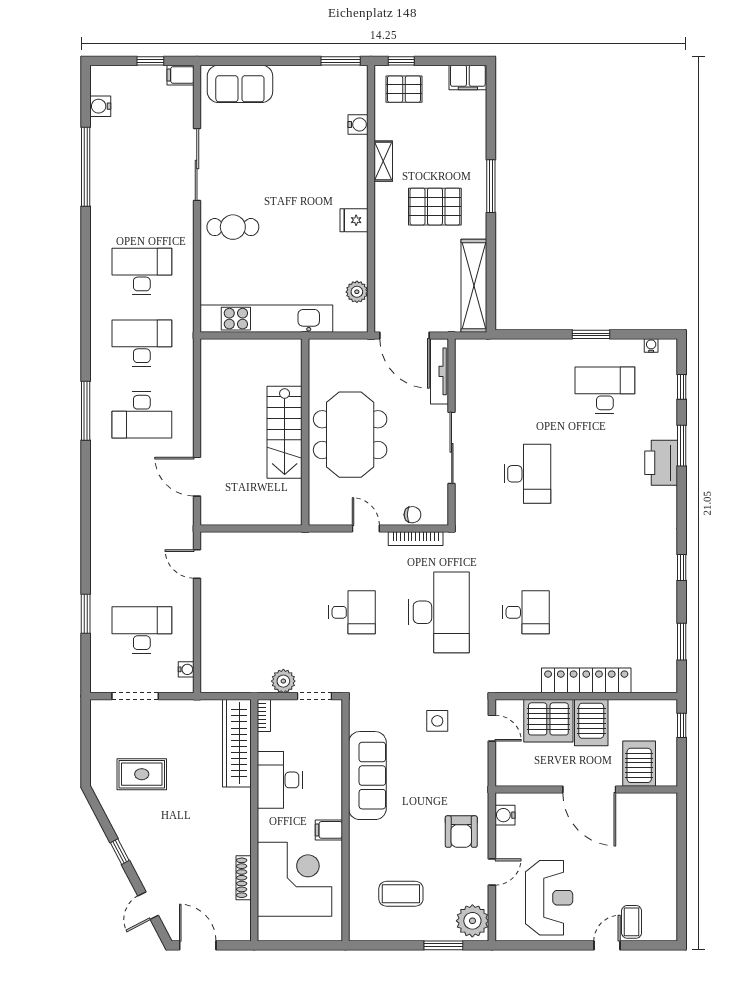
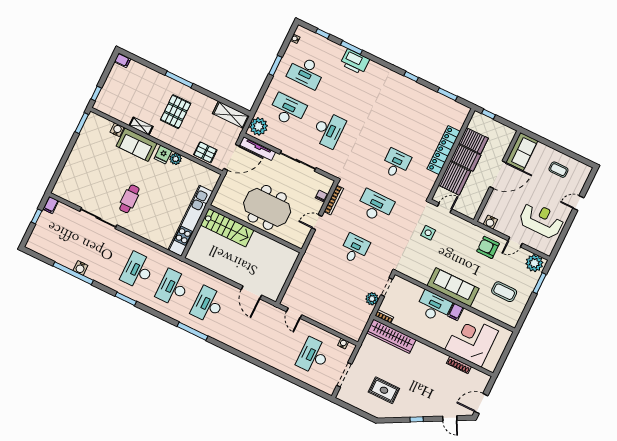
filing cabinet: (468, 77) -> (122, 60), width x0.50
sofa: (240, 84) -> (137, 145), moved, turned 90
pallet: (404, 89) -> (205, 152), moved, turned 90
water cooler: (100, 106) -> (80, 268), moved
cafe table: (233, 227) -> (129, 199), moved
shelving: (474, 286) -> (231, 115), width x0.68
plant: (357, 292) -> (176, 159), moved
plant: (477, 355) -> (259, 126), added
desk: (527, 390) -> (288, 110), added
desk: (605, 390) -> (306, 72), turned -90
desk: (142, 415) -> (208, 305), turned 180
stairs: (285, 432) -> (227, 228), moved
desk: (527, 474) -> (328, 130), turned 90
door: (197, 477) -> (251, 292), hinge flipped
door: (197, 564) -> (294, 313), hinge flipped
desk: (439, 612) -> (375, 206), width x0.73, depth x0.77
window: (86, 614) -> (126, 299), moved
server rack: (639, 764) -> (473, 141), moved, turned 180
rug: (142, 774) -> (384, 390), turned 90
sofa: (367, 776) -> (453, 287), moved
desk: (280, 780) -> (434, 307), moved, turned 180
sofa: (647, 810) -> (522, 152), added
armchair: (461, 832) -> (488, 247), turned 180
door: (492, 872) -> (515, 242), swing flipped
coffee table: (401, 894) -> (504, 292), turned 90
coffee table: (632, 922) -> (558, 170), moved
door: (607, 945) -> (578, 203), hinge flipped

